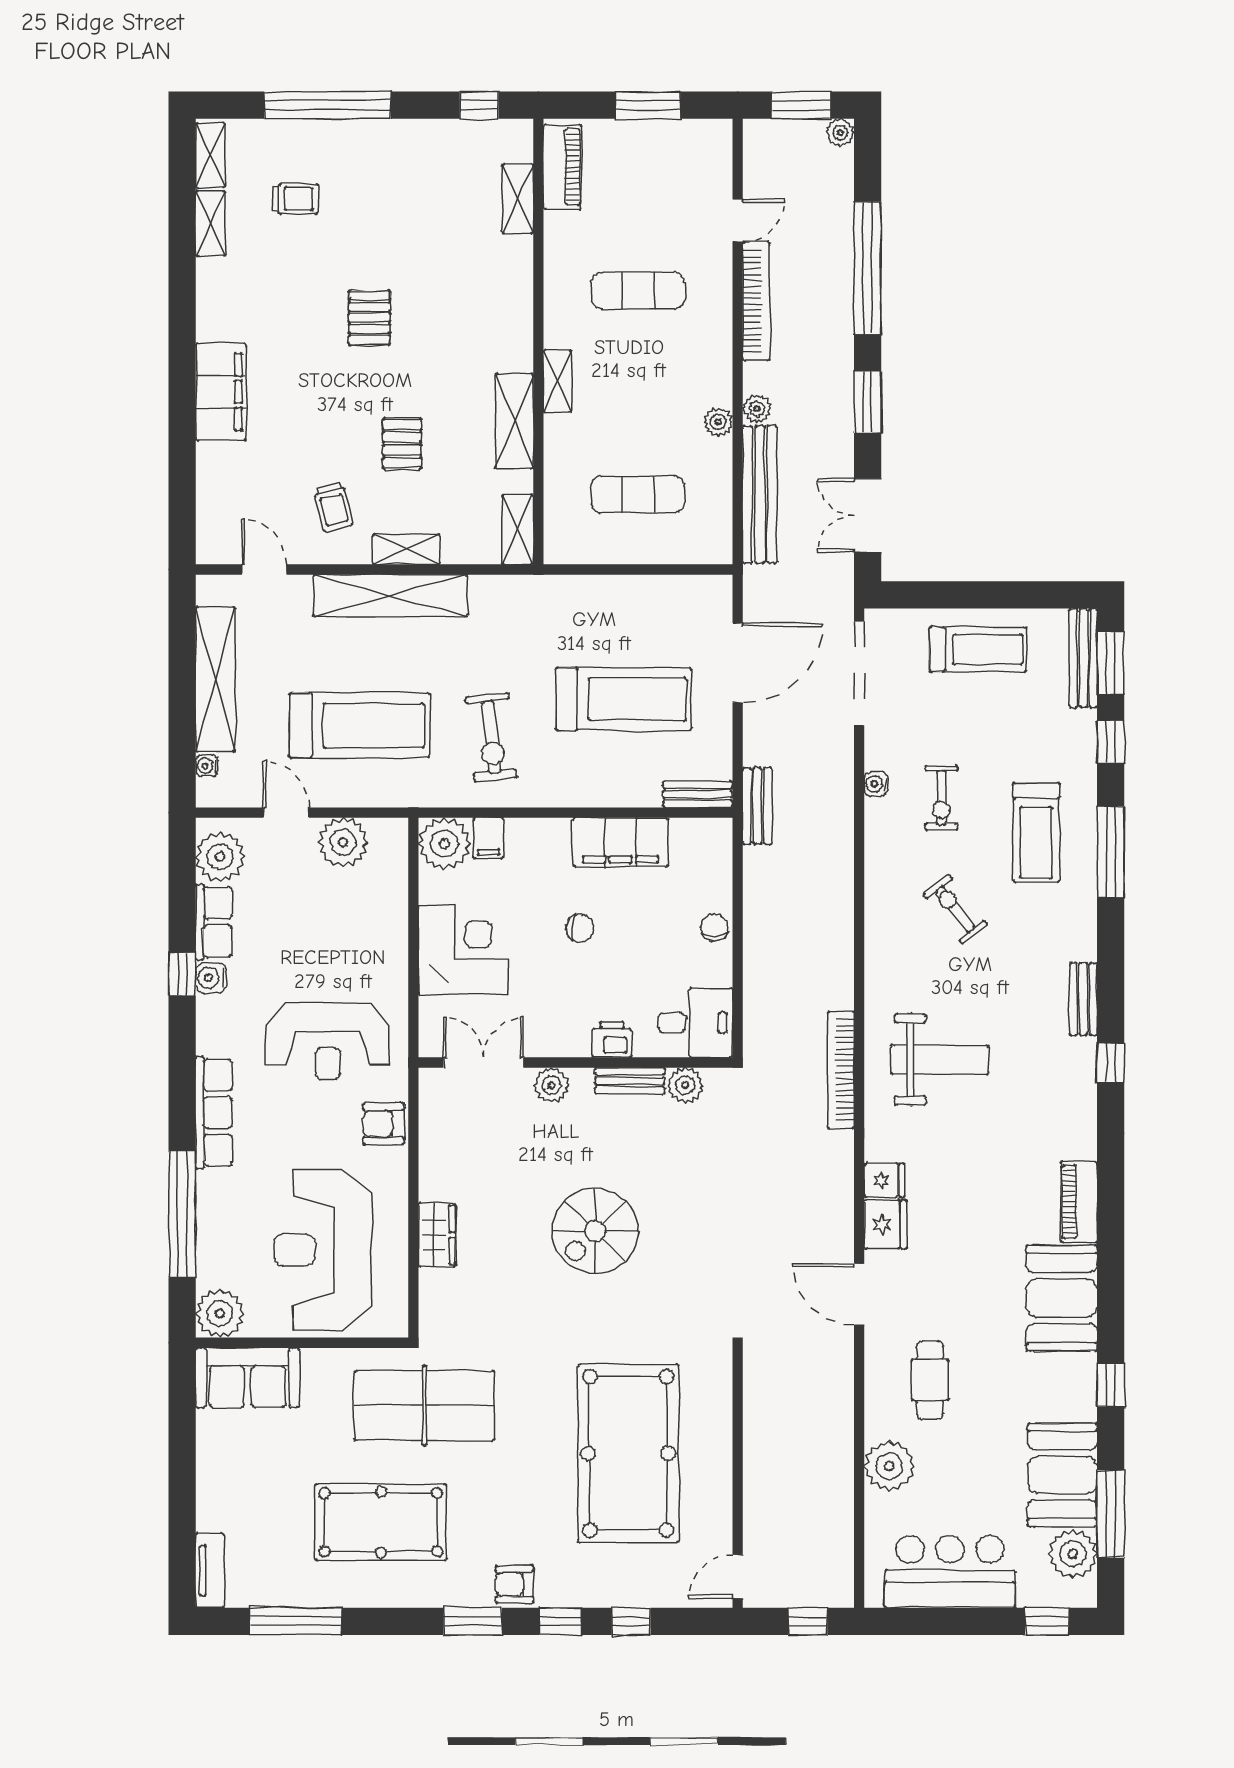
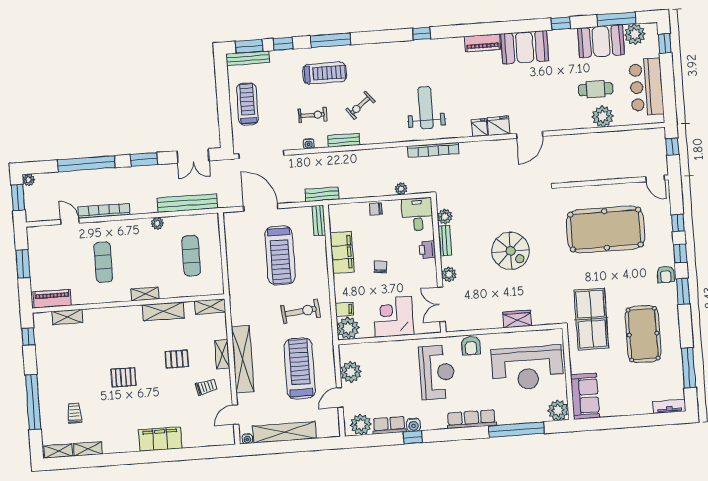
plant: (757, 409) -> (401, 189), moved
treadmill: (624, 699) -> (280, 255), turned 180
water cooler: (207, 766) -> (247, 439), moved
bench: (1083, 999) -> (344, 140), moved
cafe table: (930, 1380) -> (596, 89), moved

